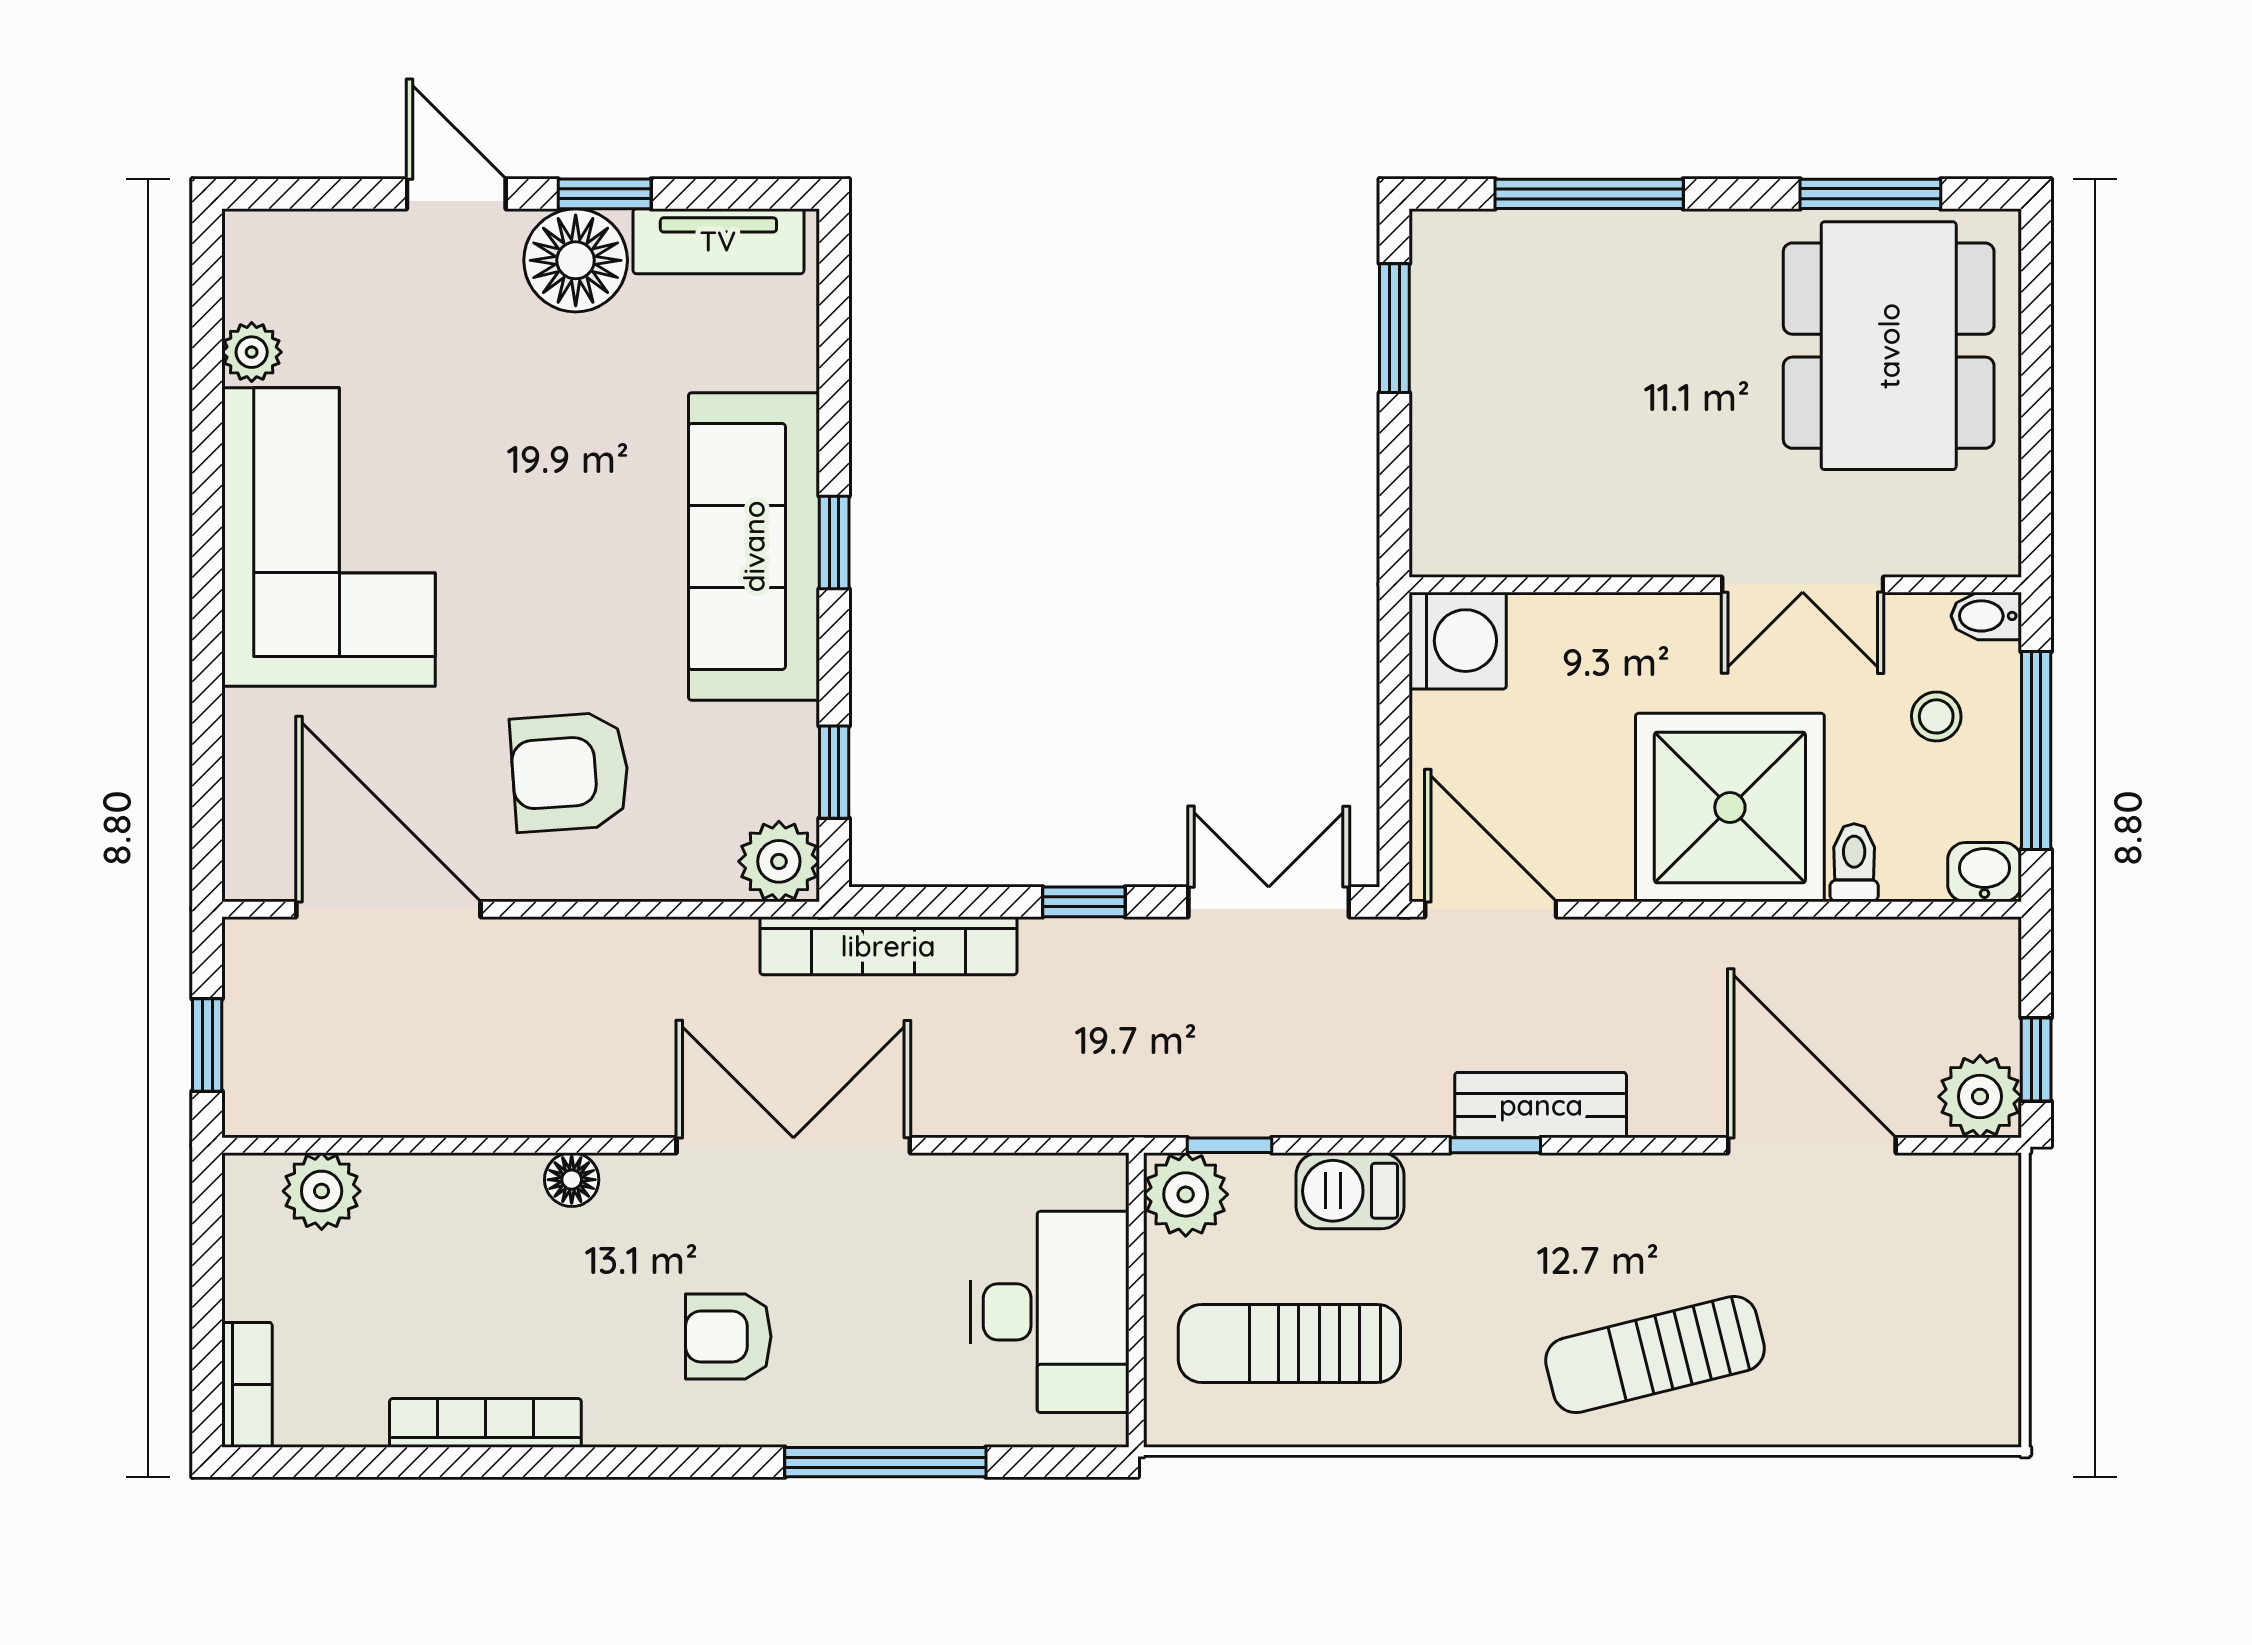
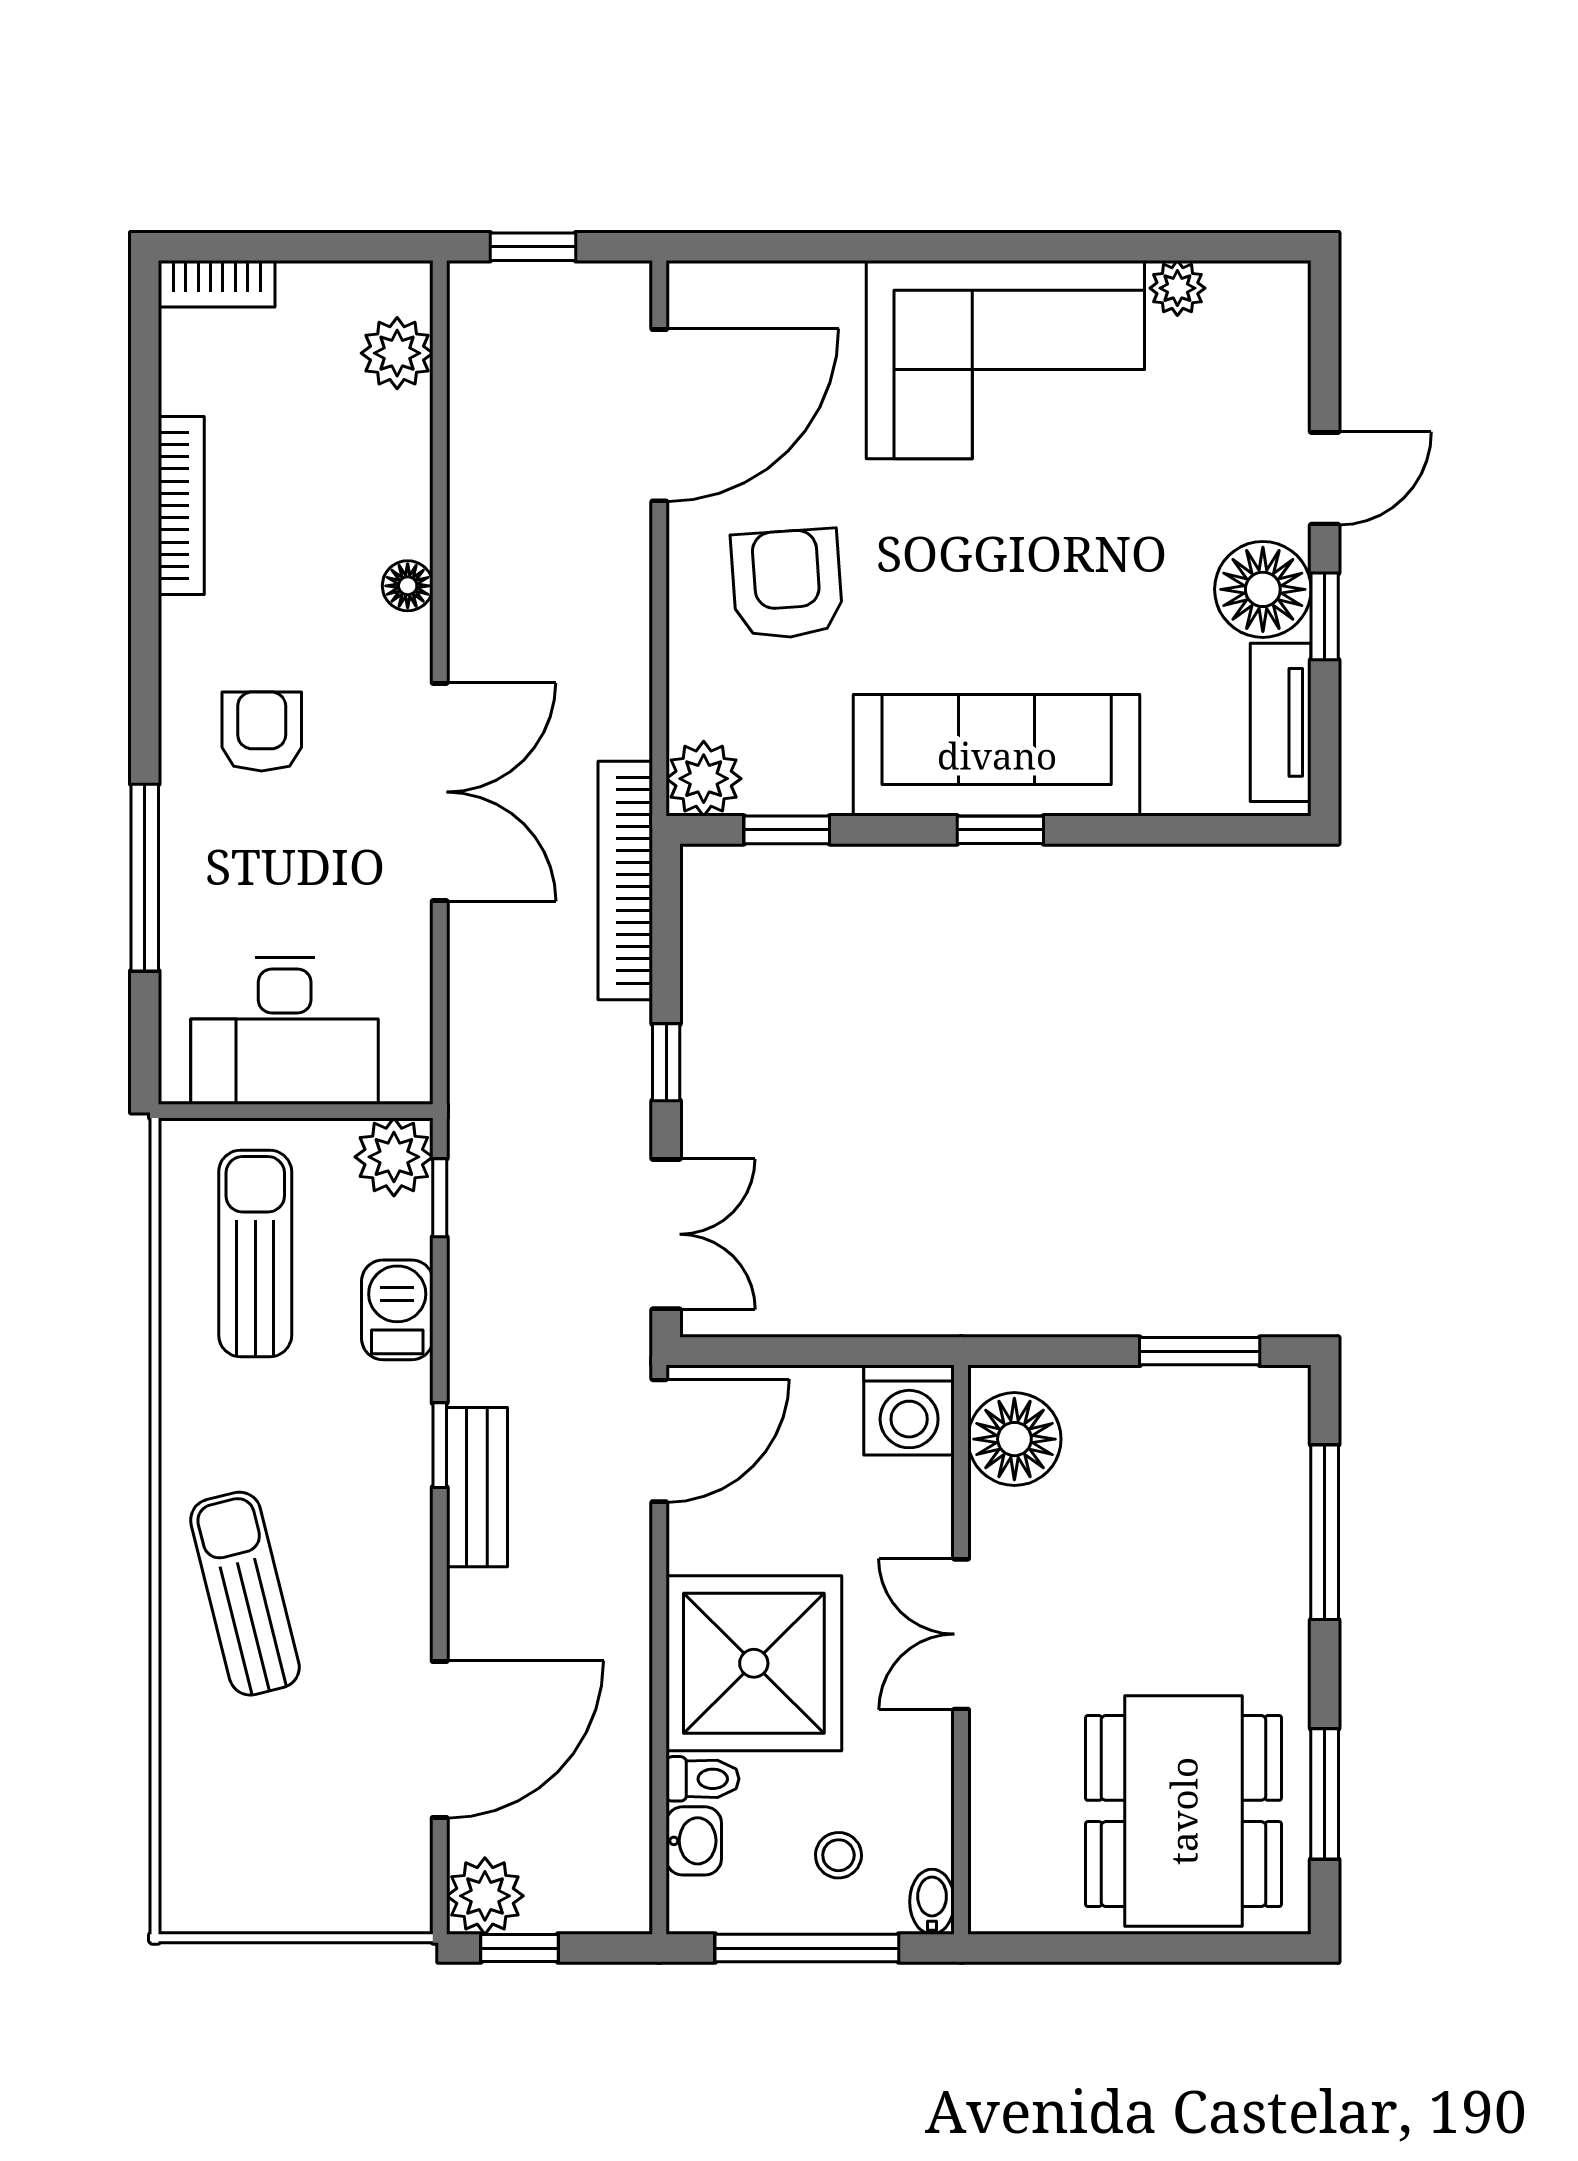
dining table: (1889, 346) -> (1183, 1811), turned 90
floor lamp: (1489, 527) -> (1014, 1439), added
double door: (1803, 585) -> (961, 1634), moved
washbasin: (1985, 872) -> (694, 1841), moved

